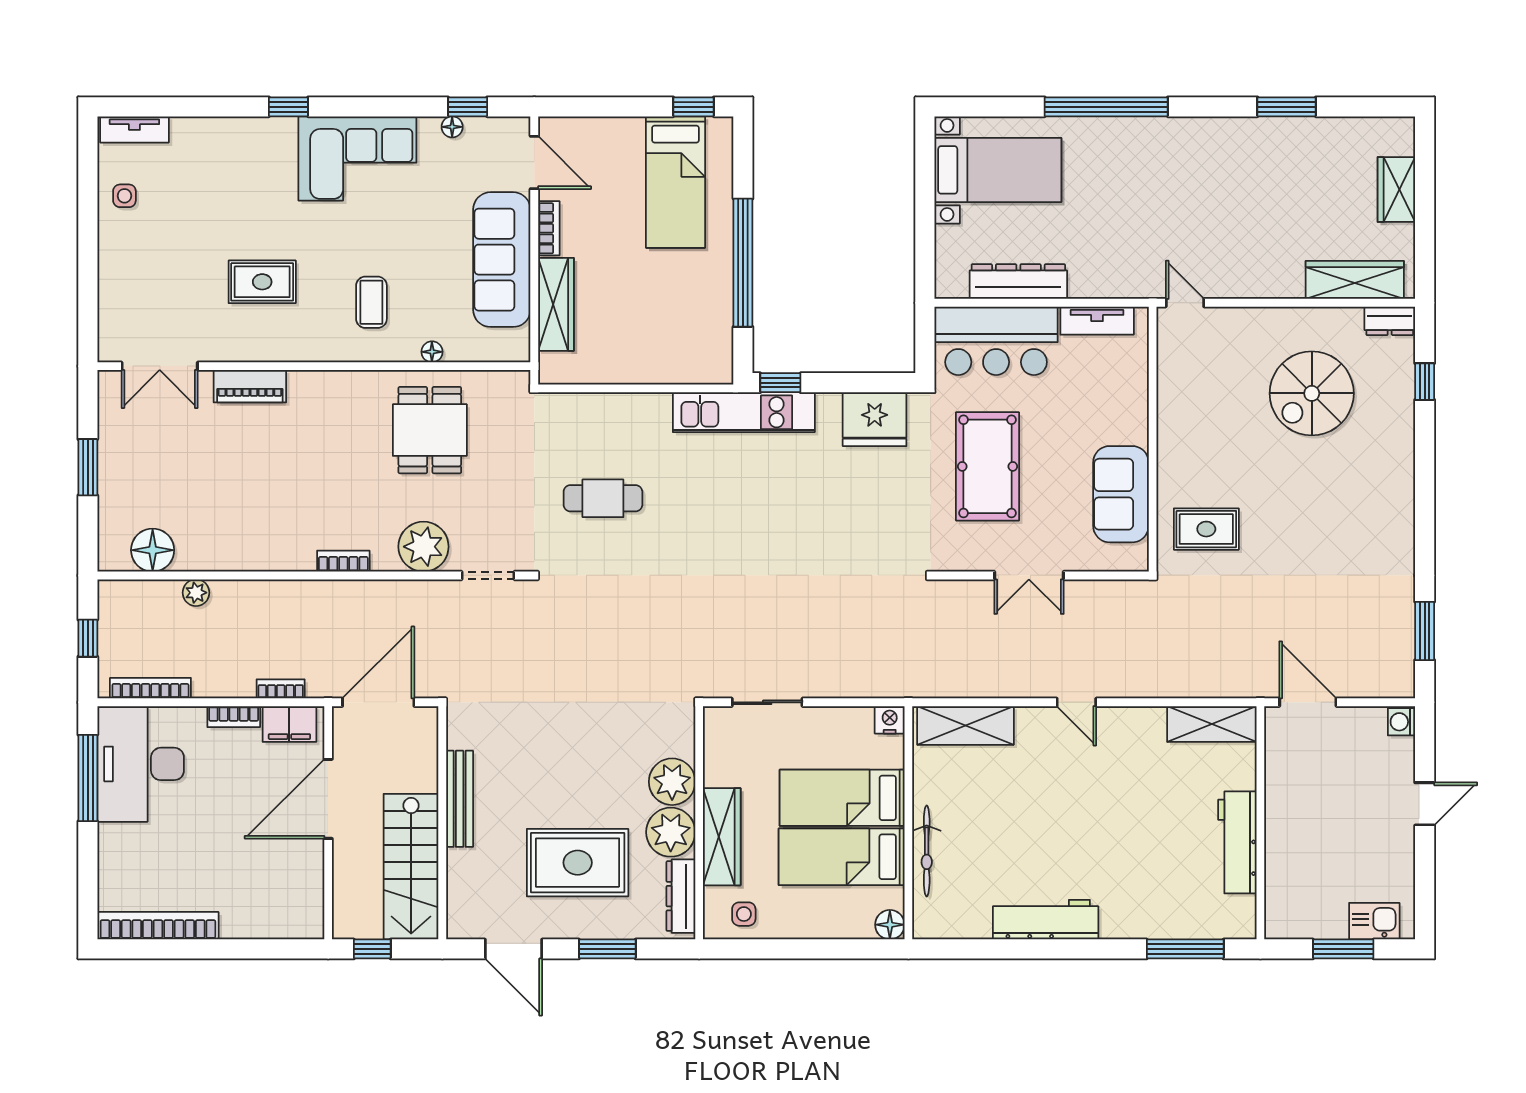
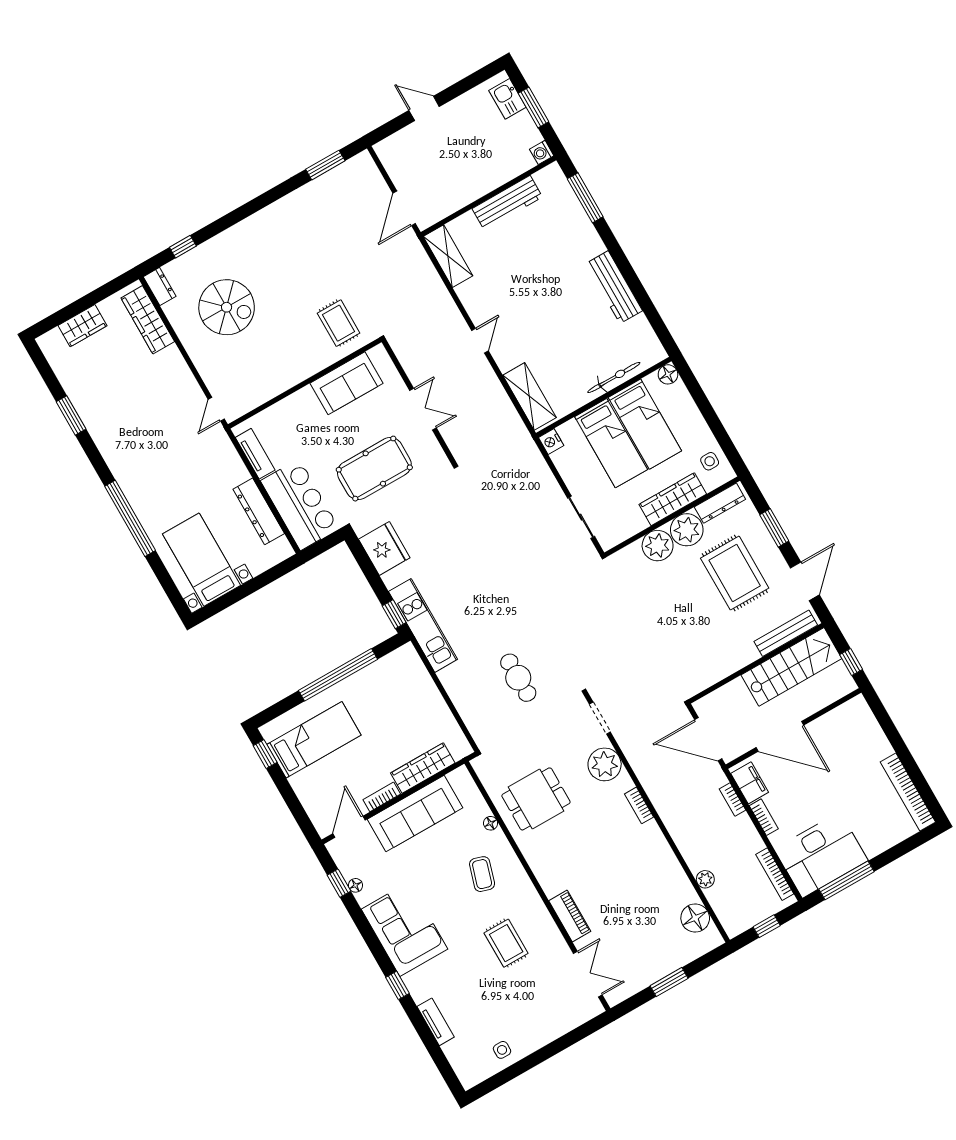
tv unit: (134, 129) -> (436, 1022), moved
coffee table: (371, 302) -> (482, 874), turned -73
washing machine: (1401, 722) -> (542, 152), moved, turned 90
bench: (460, 799) -> (786, 633), moved

